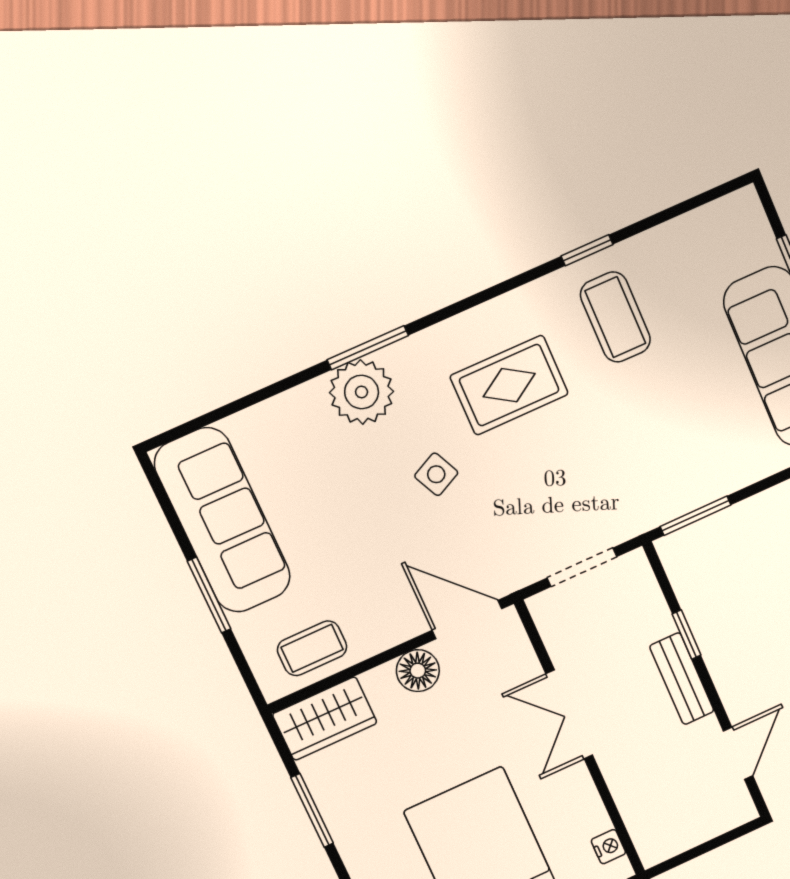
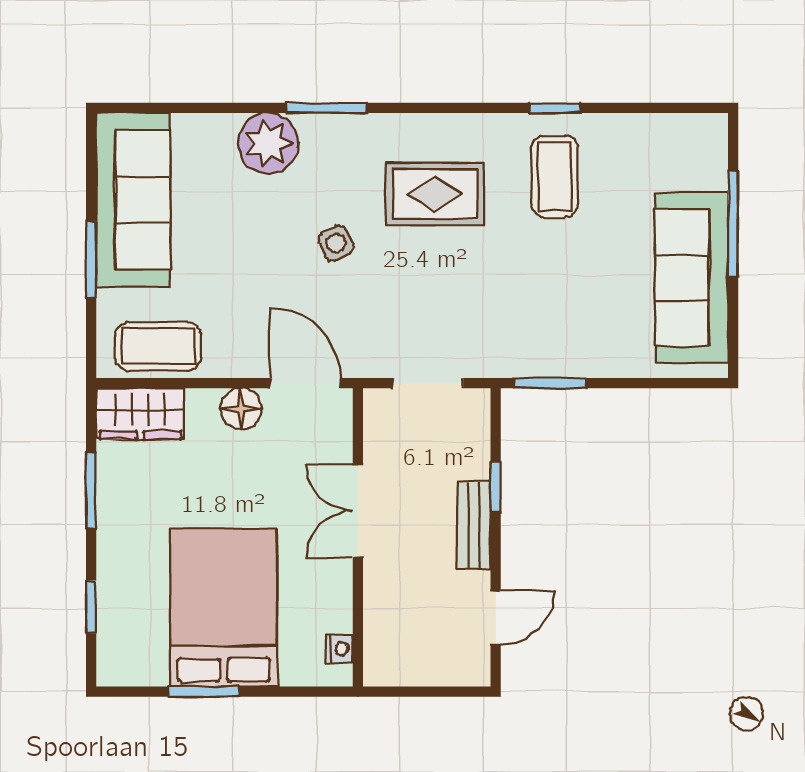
plant: (362, 392) -> (268, 143), moved
coffee table: (312, 648) -> (158, 346), width x1.36, depth x1.30

